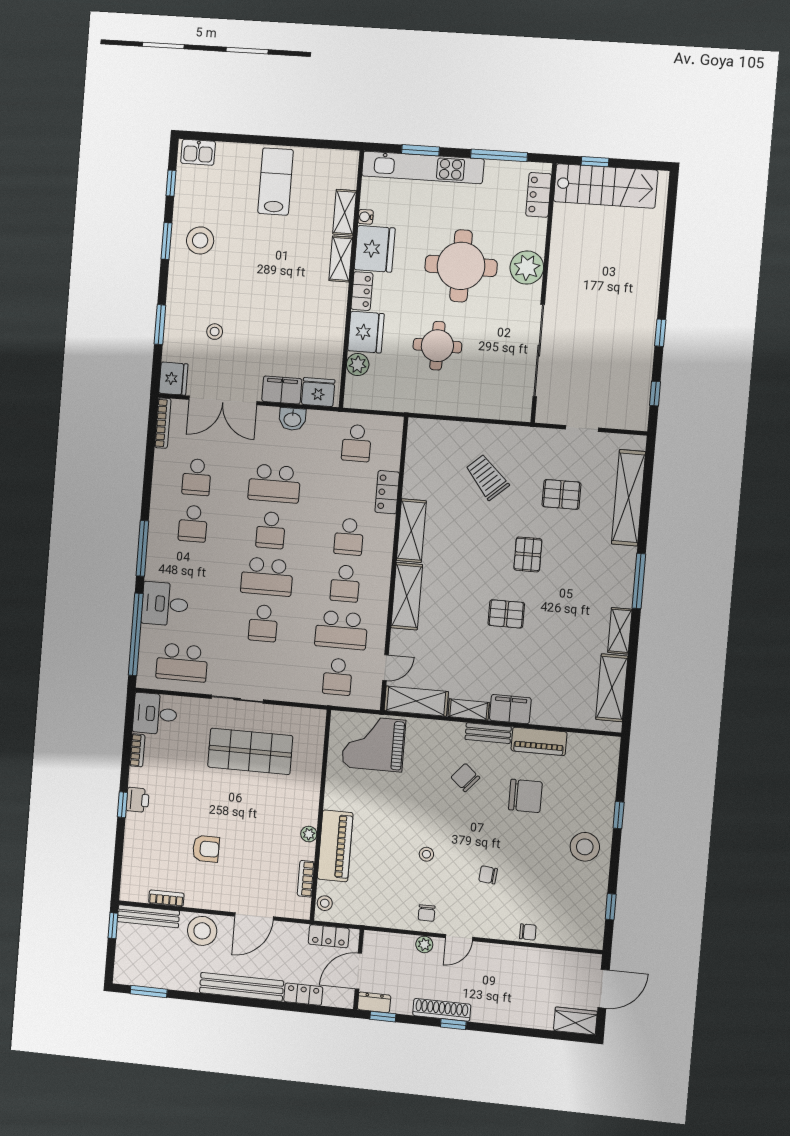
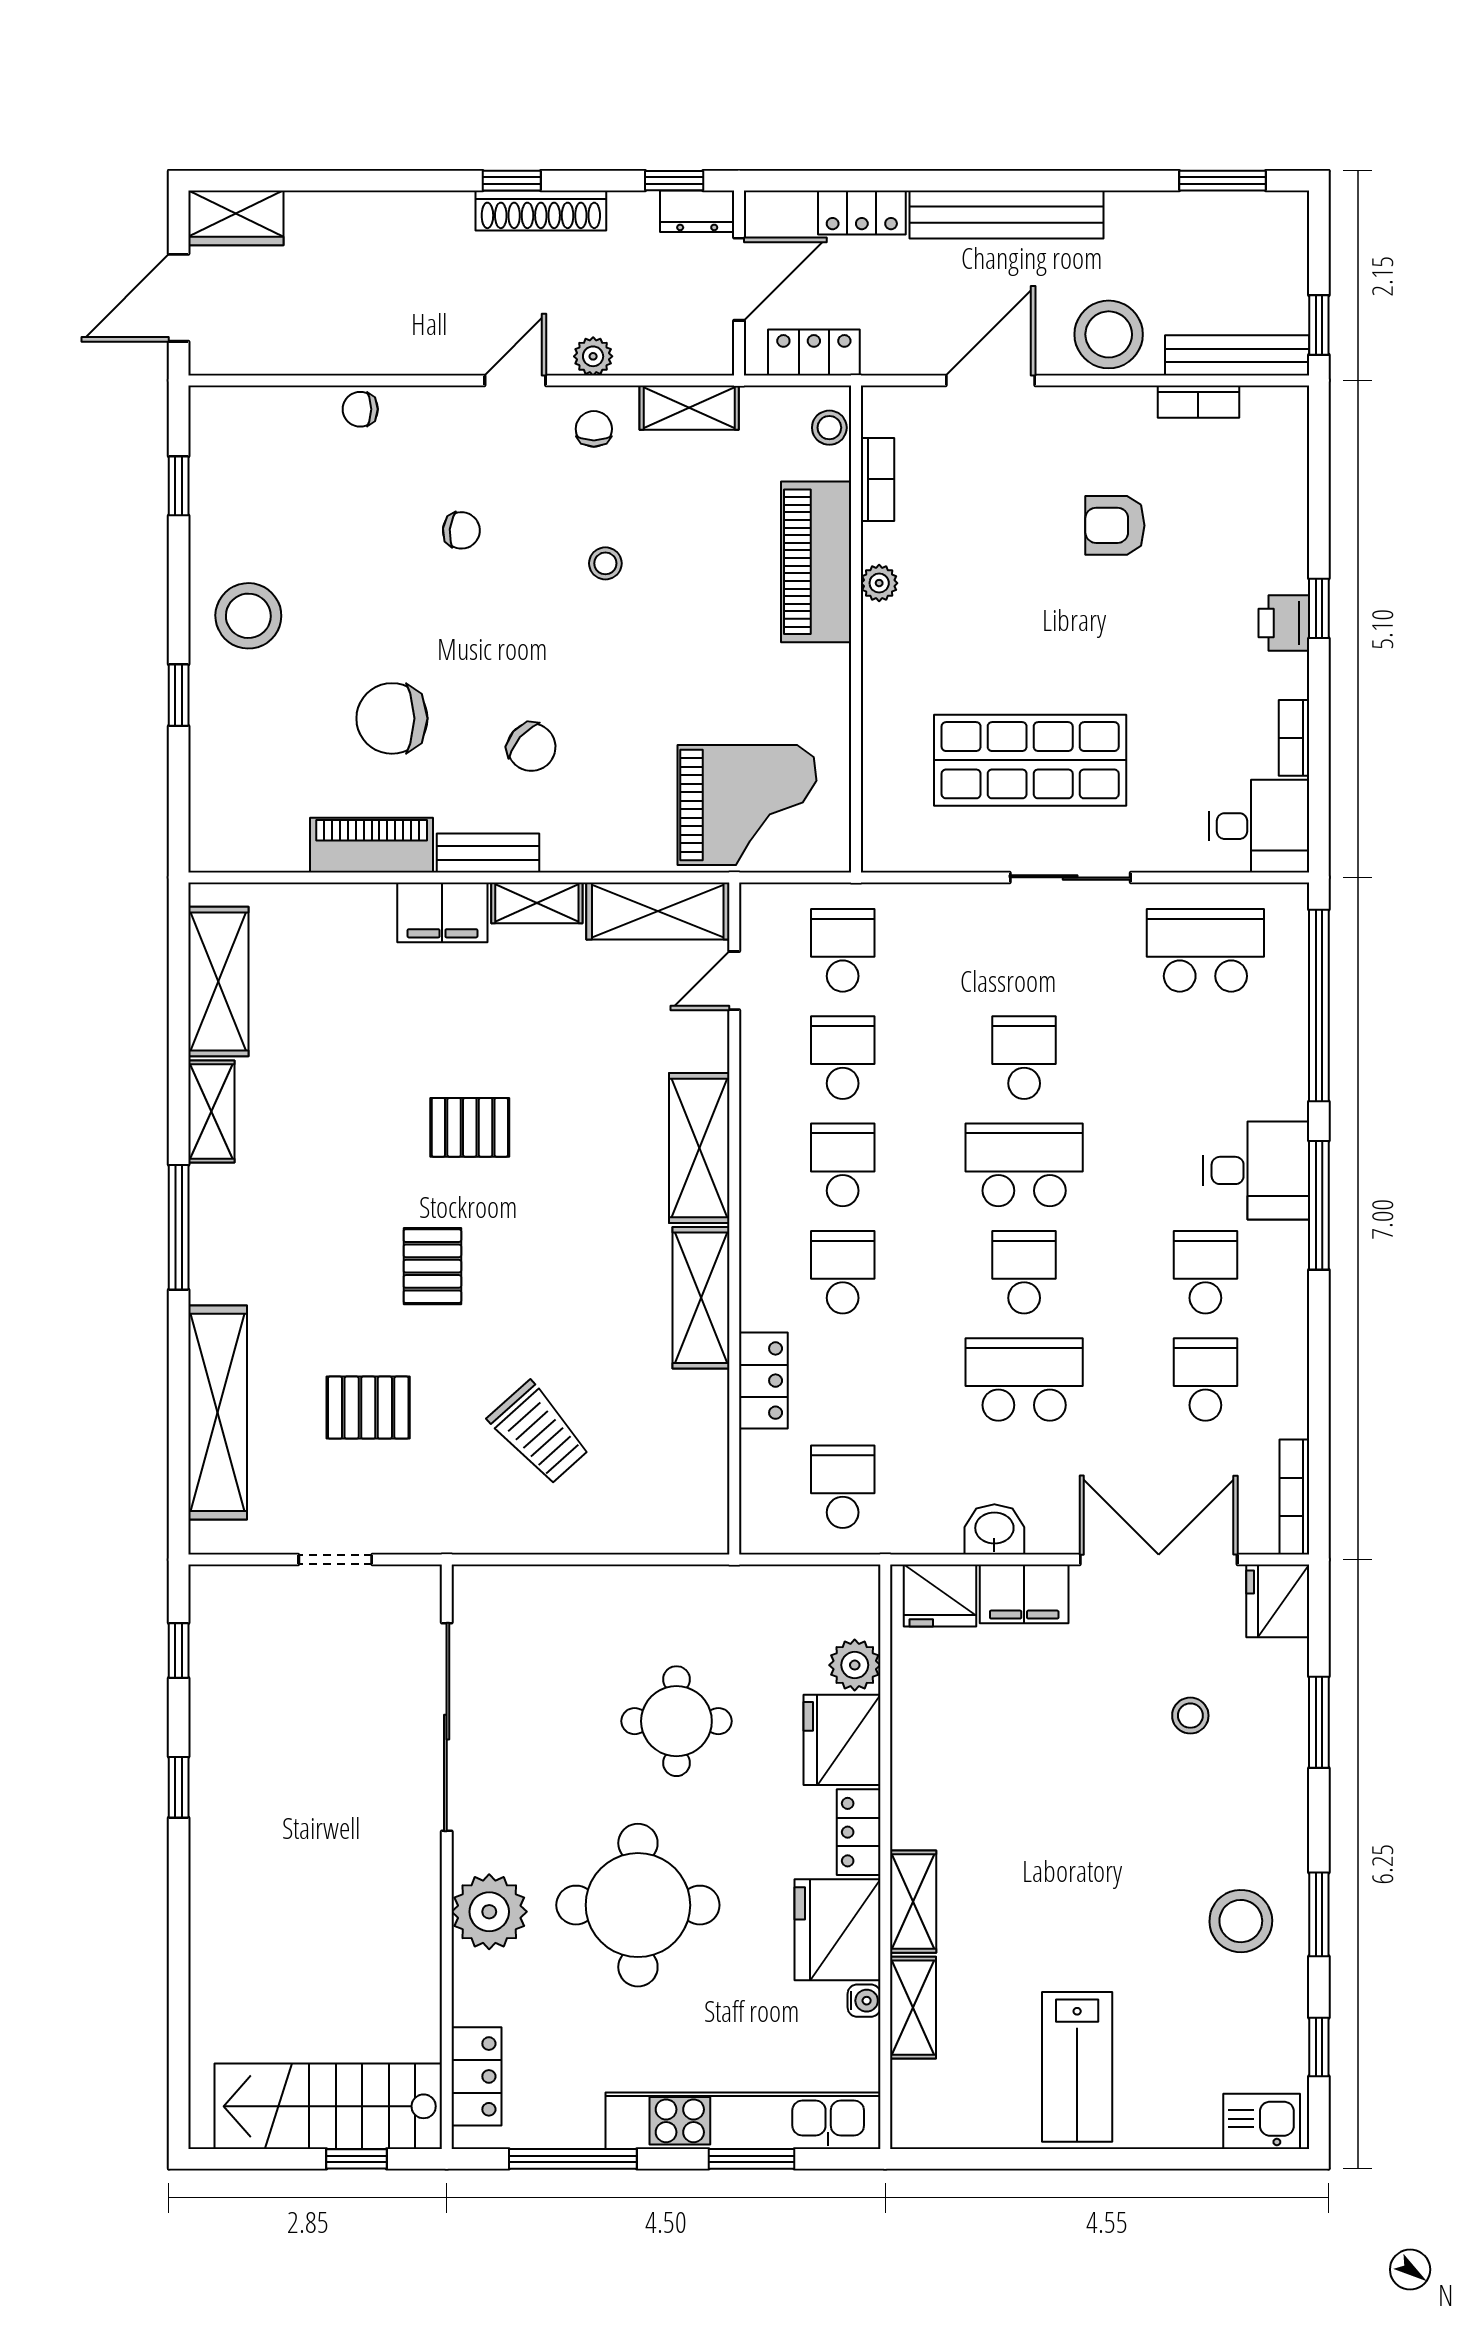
desk: (165, 604) -> (1256, 1170), moved
school desk: (341, 630) -> (843, 1058), width x0.54
shelving: (384, 918) -> (689, 408), added

